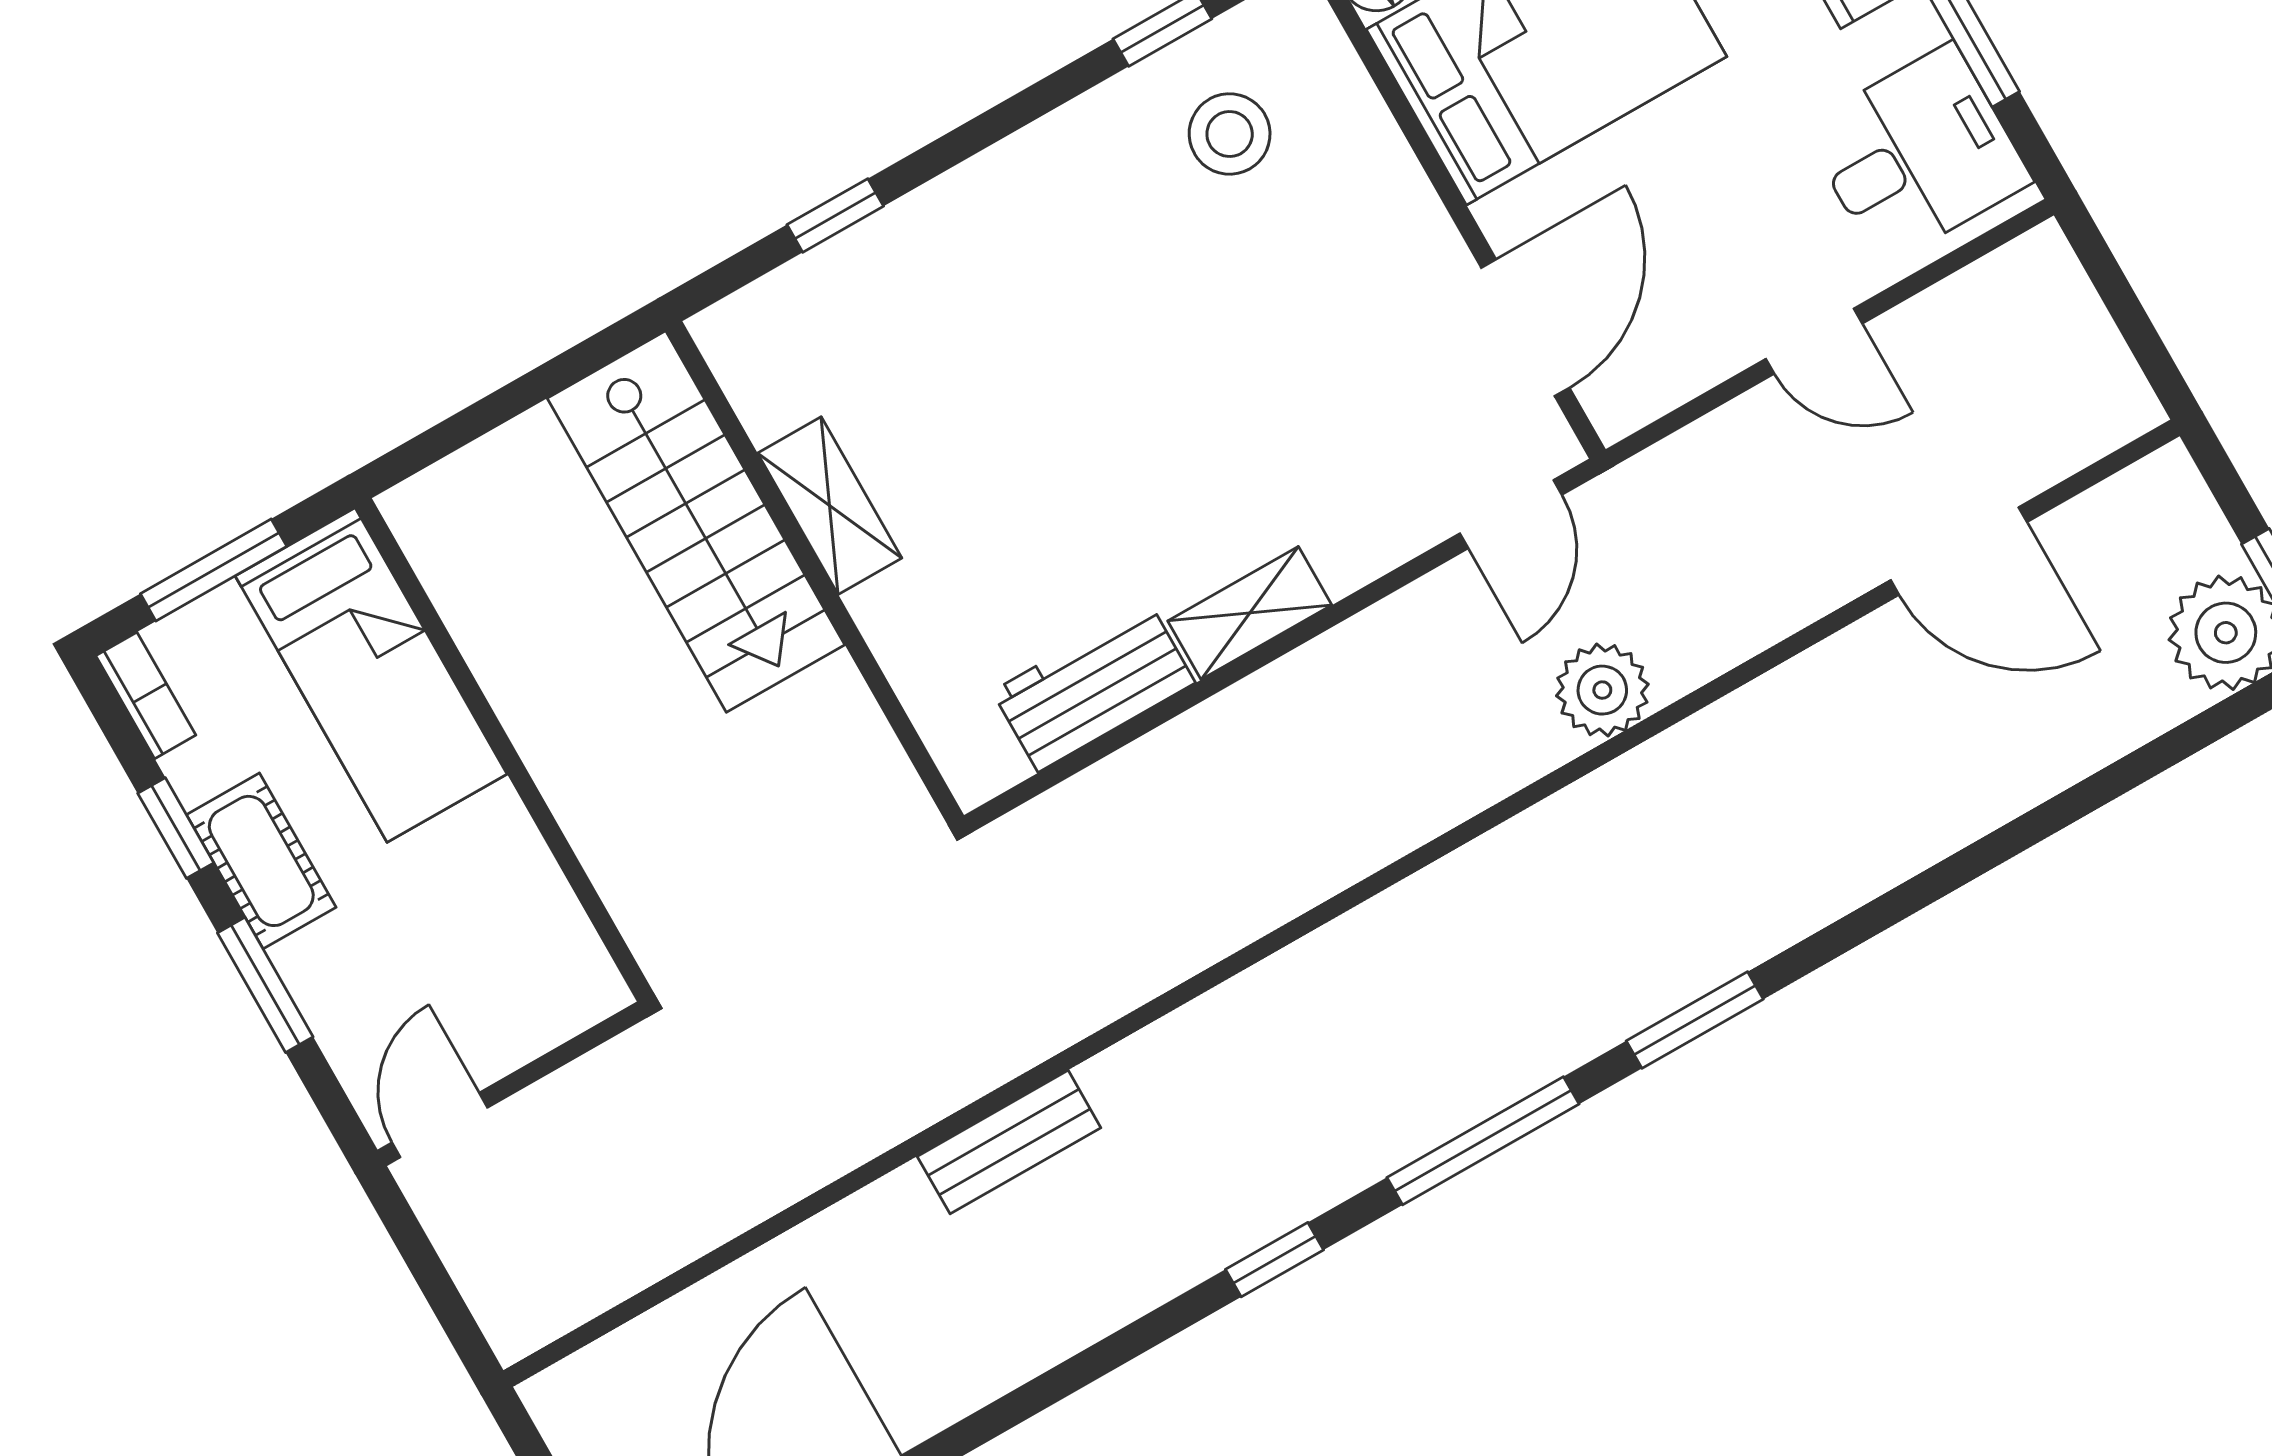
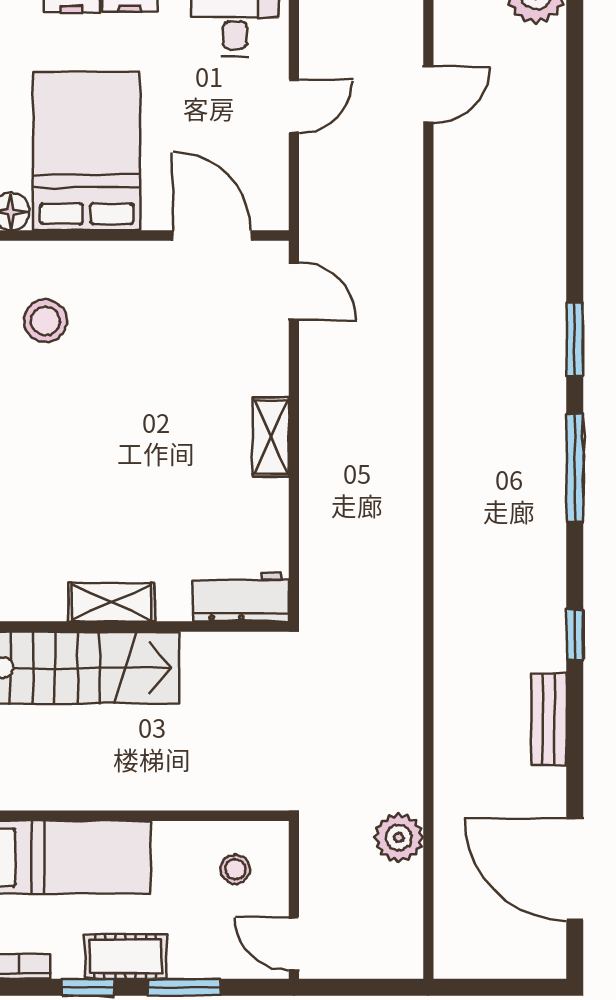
door: (1959, 551) -> (428, 95), width x0.73
workbench: (1094, 687) -> (241, 597), moved, turned 90
plant: (1602, 690) -> (399, 838), moved
stool: (507, 959) -> (235, 869), added
bench: (1009, 1142) -> (549, 719), moved
window: (1275, 1260) -> (575, 634), moved

